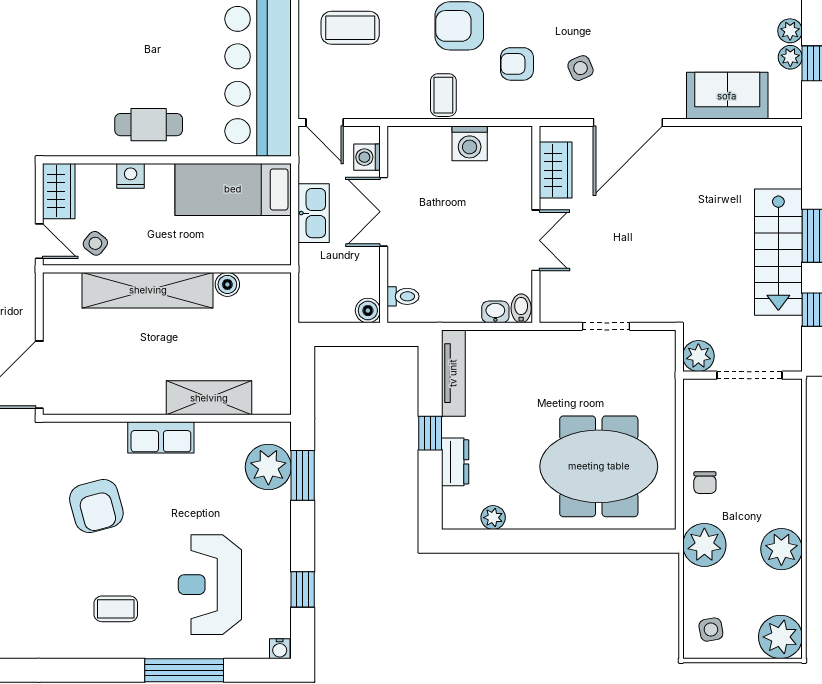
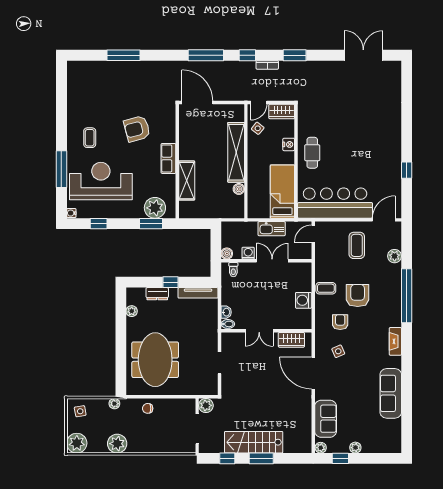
plant: (790, 57) -> (321, 448), moved
washing machine: (367, 157) -> (248, 253), moved
plant: (704, 545) -> (114, 404), width x0.53, depth x0.53
reception desk: (210, 585) -> (101, 181), width x1.36, depth x1.30

